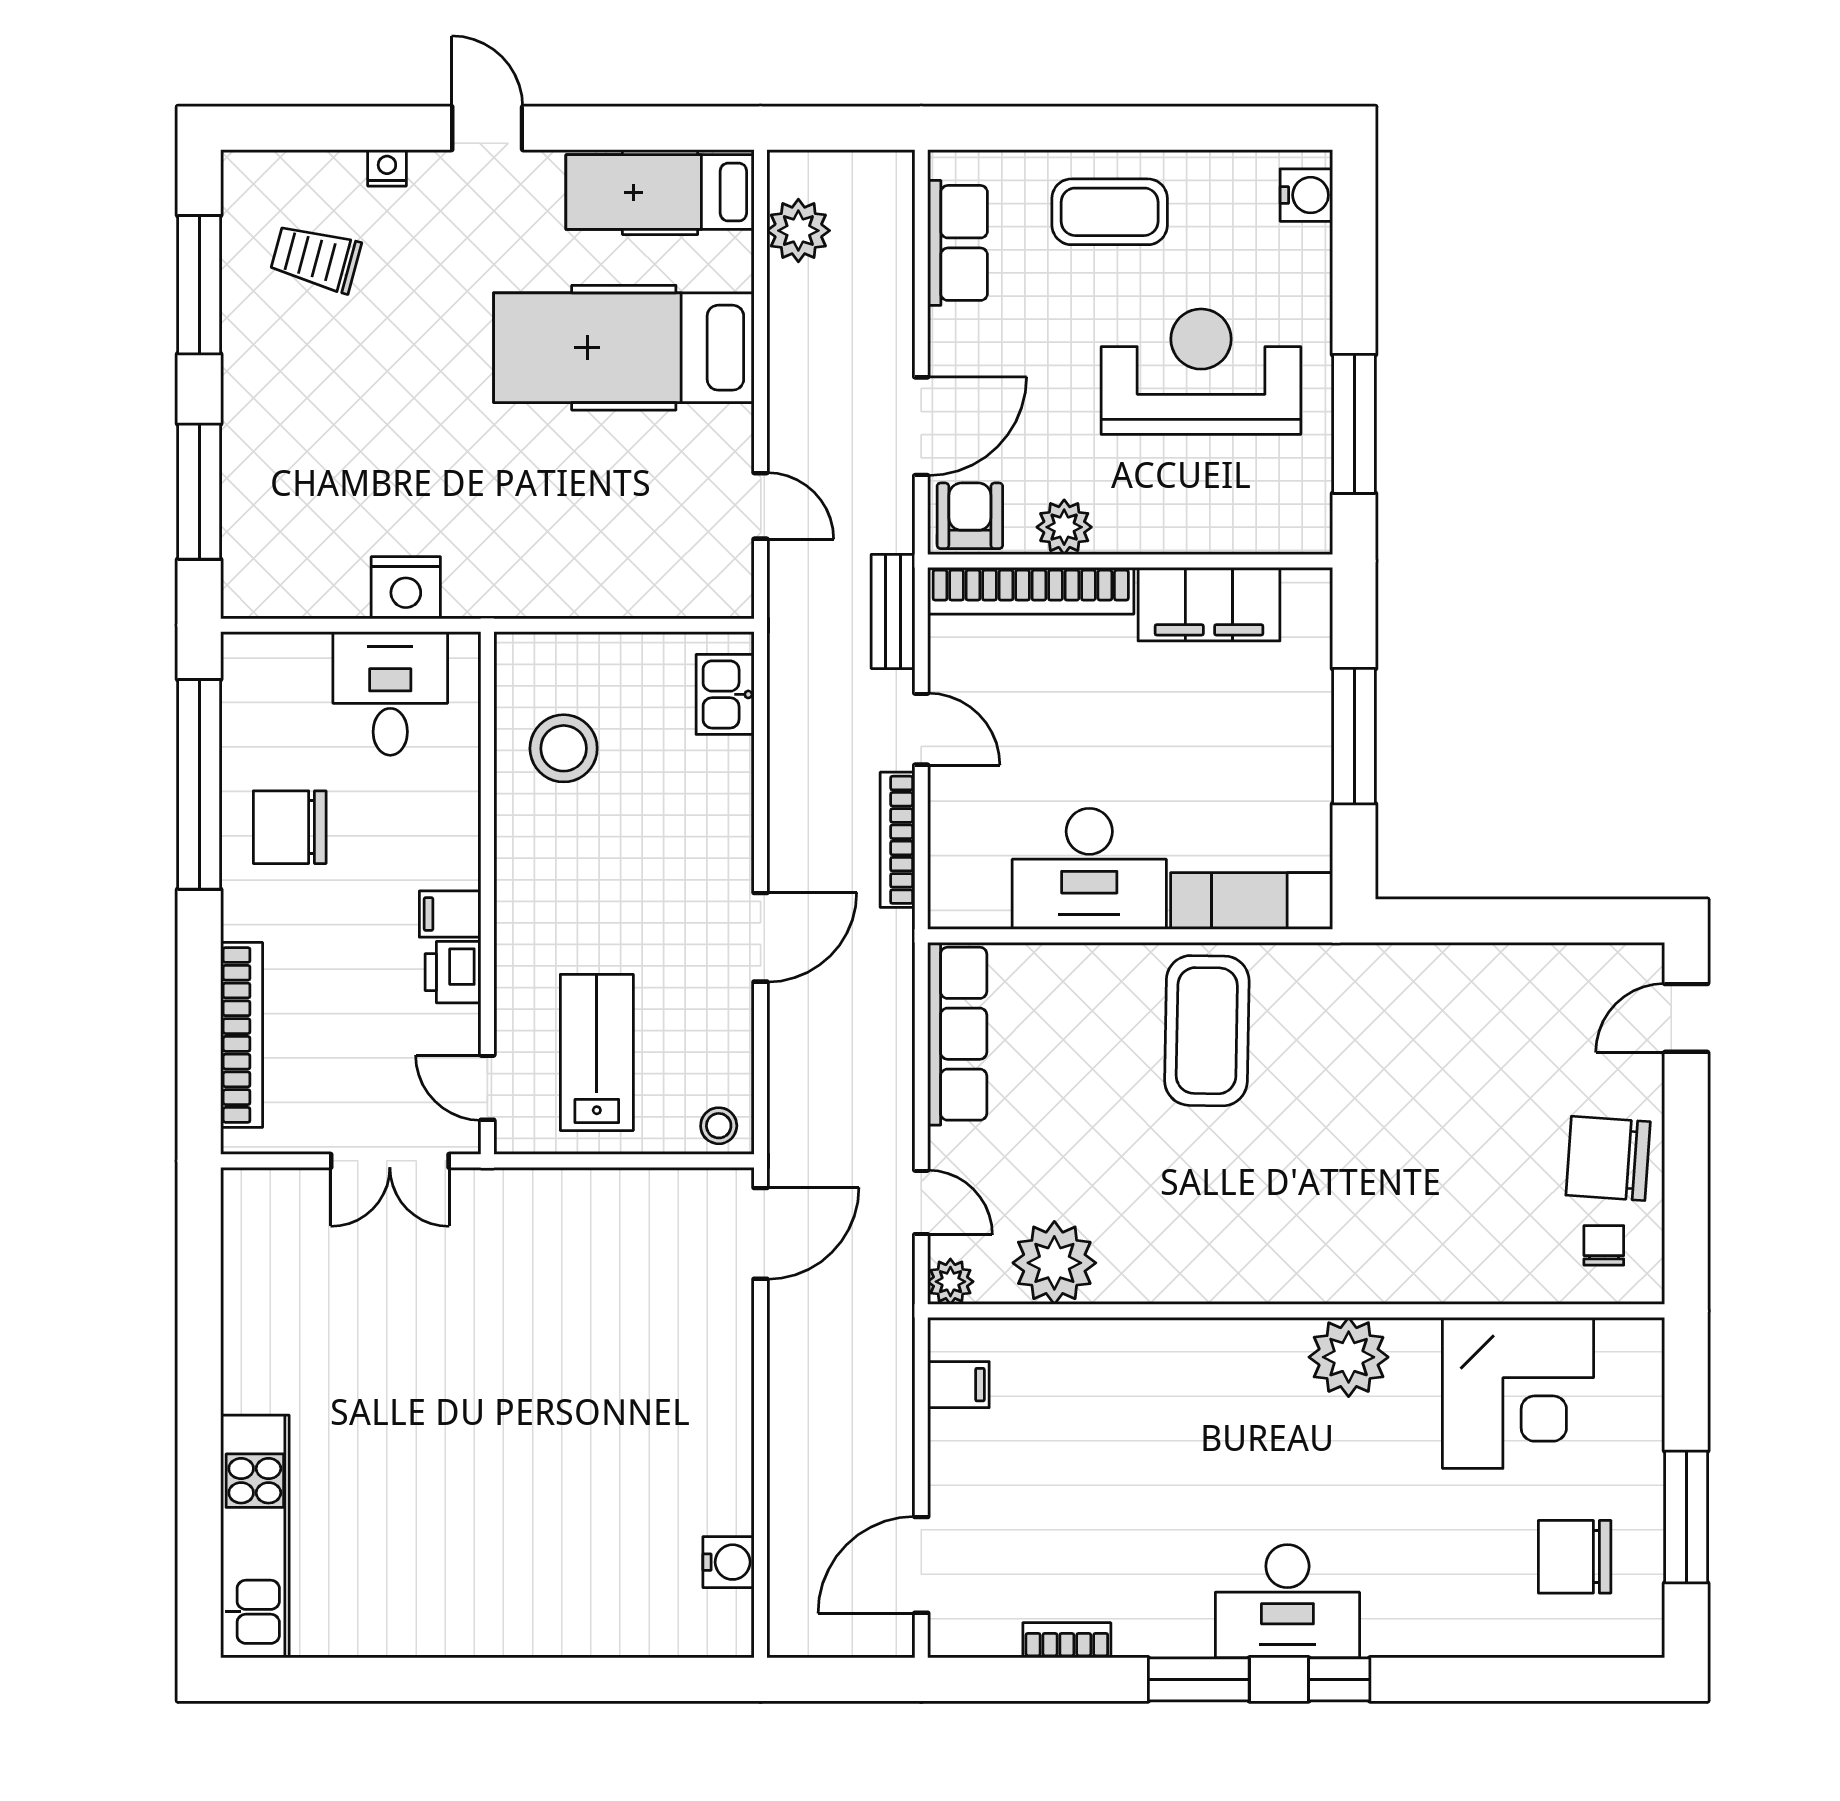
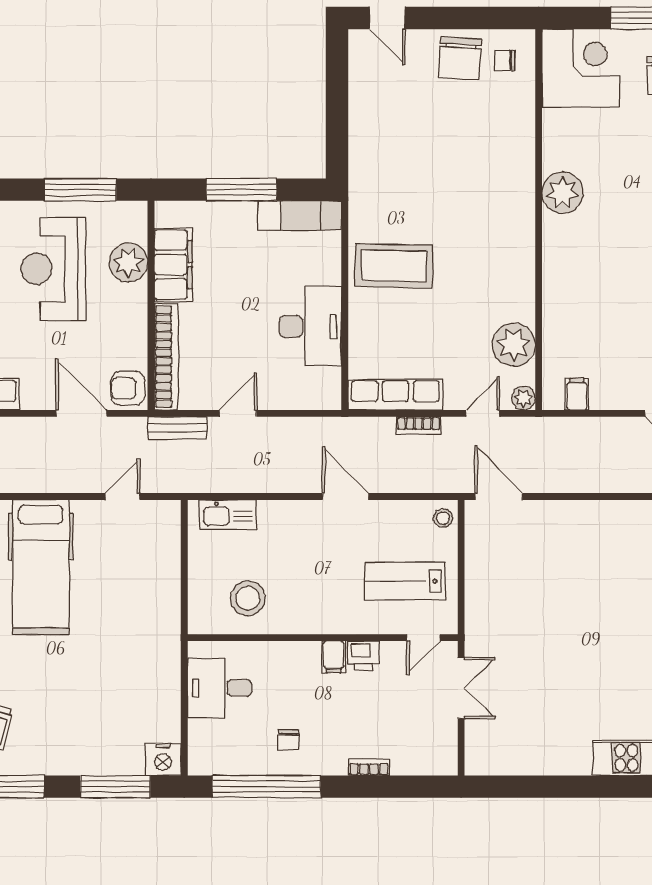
plant: (1064, 527) -> (128, 263), moved, width x1.36, depth x1.36
nightstand: (406, 588) -> (163, 759), moved, turned 90
kitchen sink: (725, 694) -> (228, 515), width x1.38
chair: (290, 827) -> (289, 740), width x0.54, depth x0.54
bookcase: (897, 840) -> (419, 426), moved, width x0.64
exam couch: (1252, 901) -> (300, 215), moved, turned -90
bookcase: (242, 1035) -> (369, 767), width x0.43, depth x0.76
corner desk: (1518, 1393) -> (581, 68), moved

